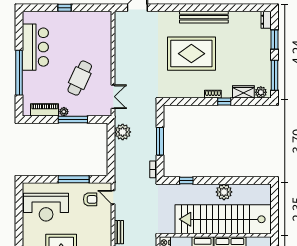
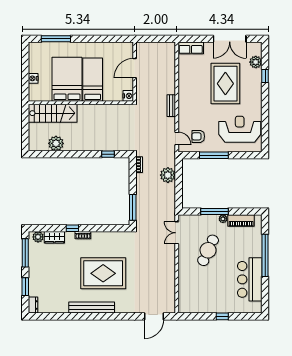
plant: (123, 132) -> (168, 175), moved
window: (160, 141) -> (133, 207), moved
plant: (224, 192) -> (56, 143), moved
stairs: (223, 219) -> (53, 113), width x0.54, depth x0.66

